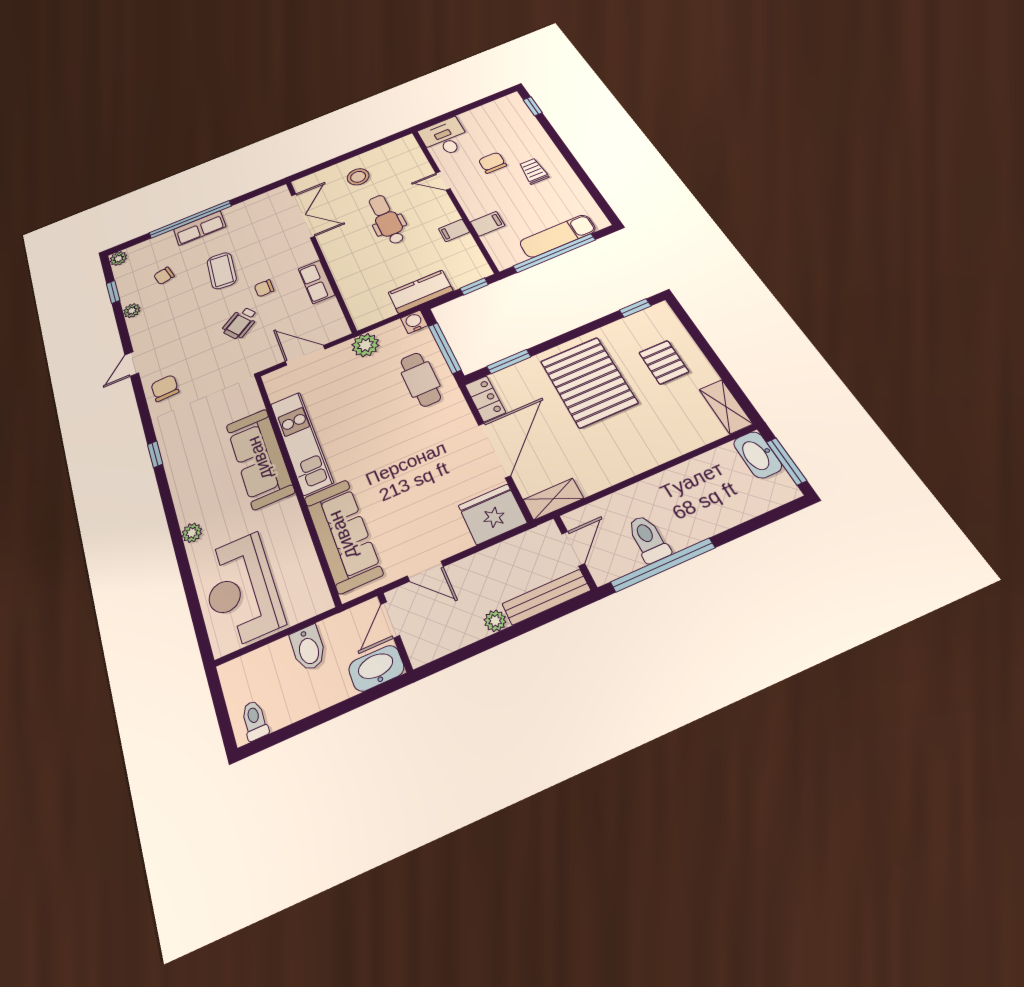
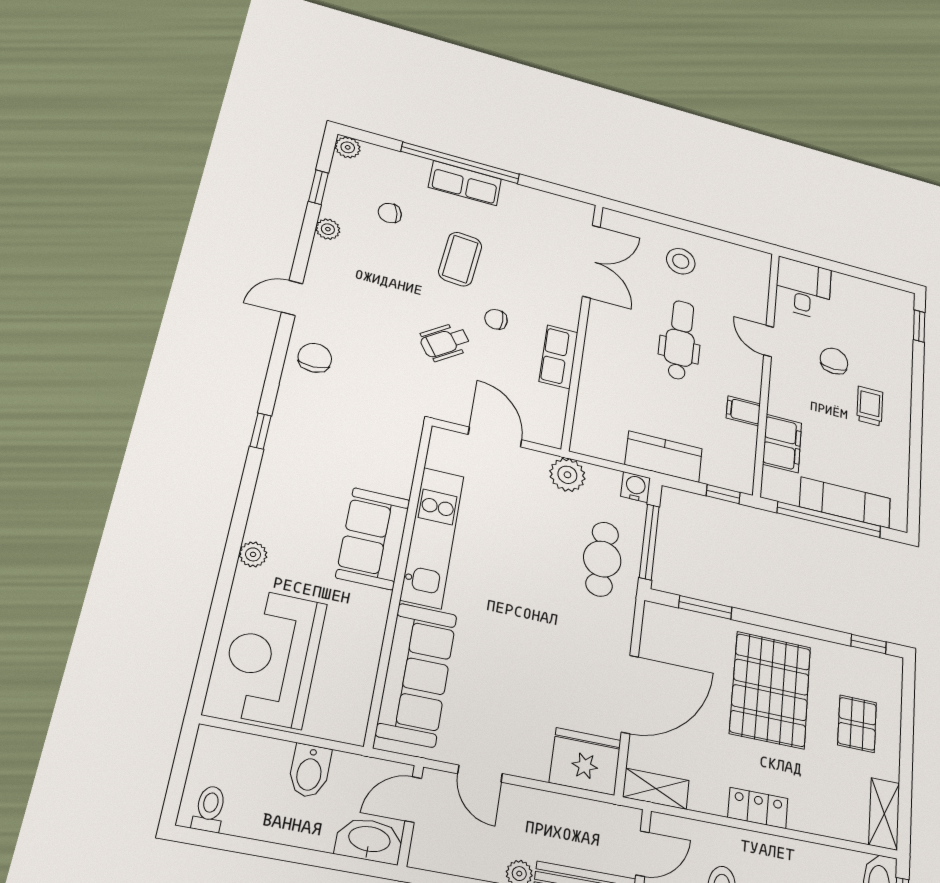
filing cabinet: (488, 224) -> (782, 443), width x2.00
locker: (485, 399) -> (758, 808), moved, turned -90
sofa: (260, 458) -> (373, 538), width x0.73

